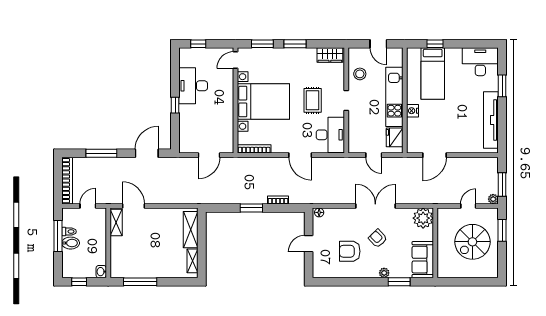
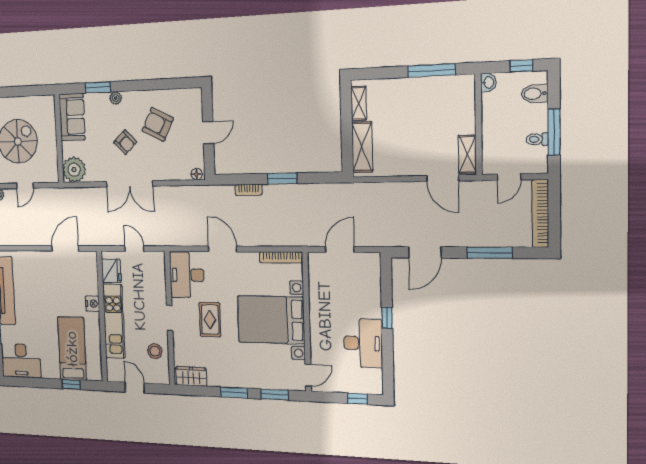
bidet: (71, 243) -> (535, 94), moved
armchair: (350, 251) -> (158, 124), turned -153

